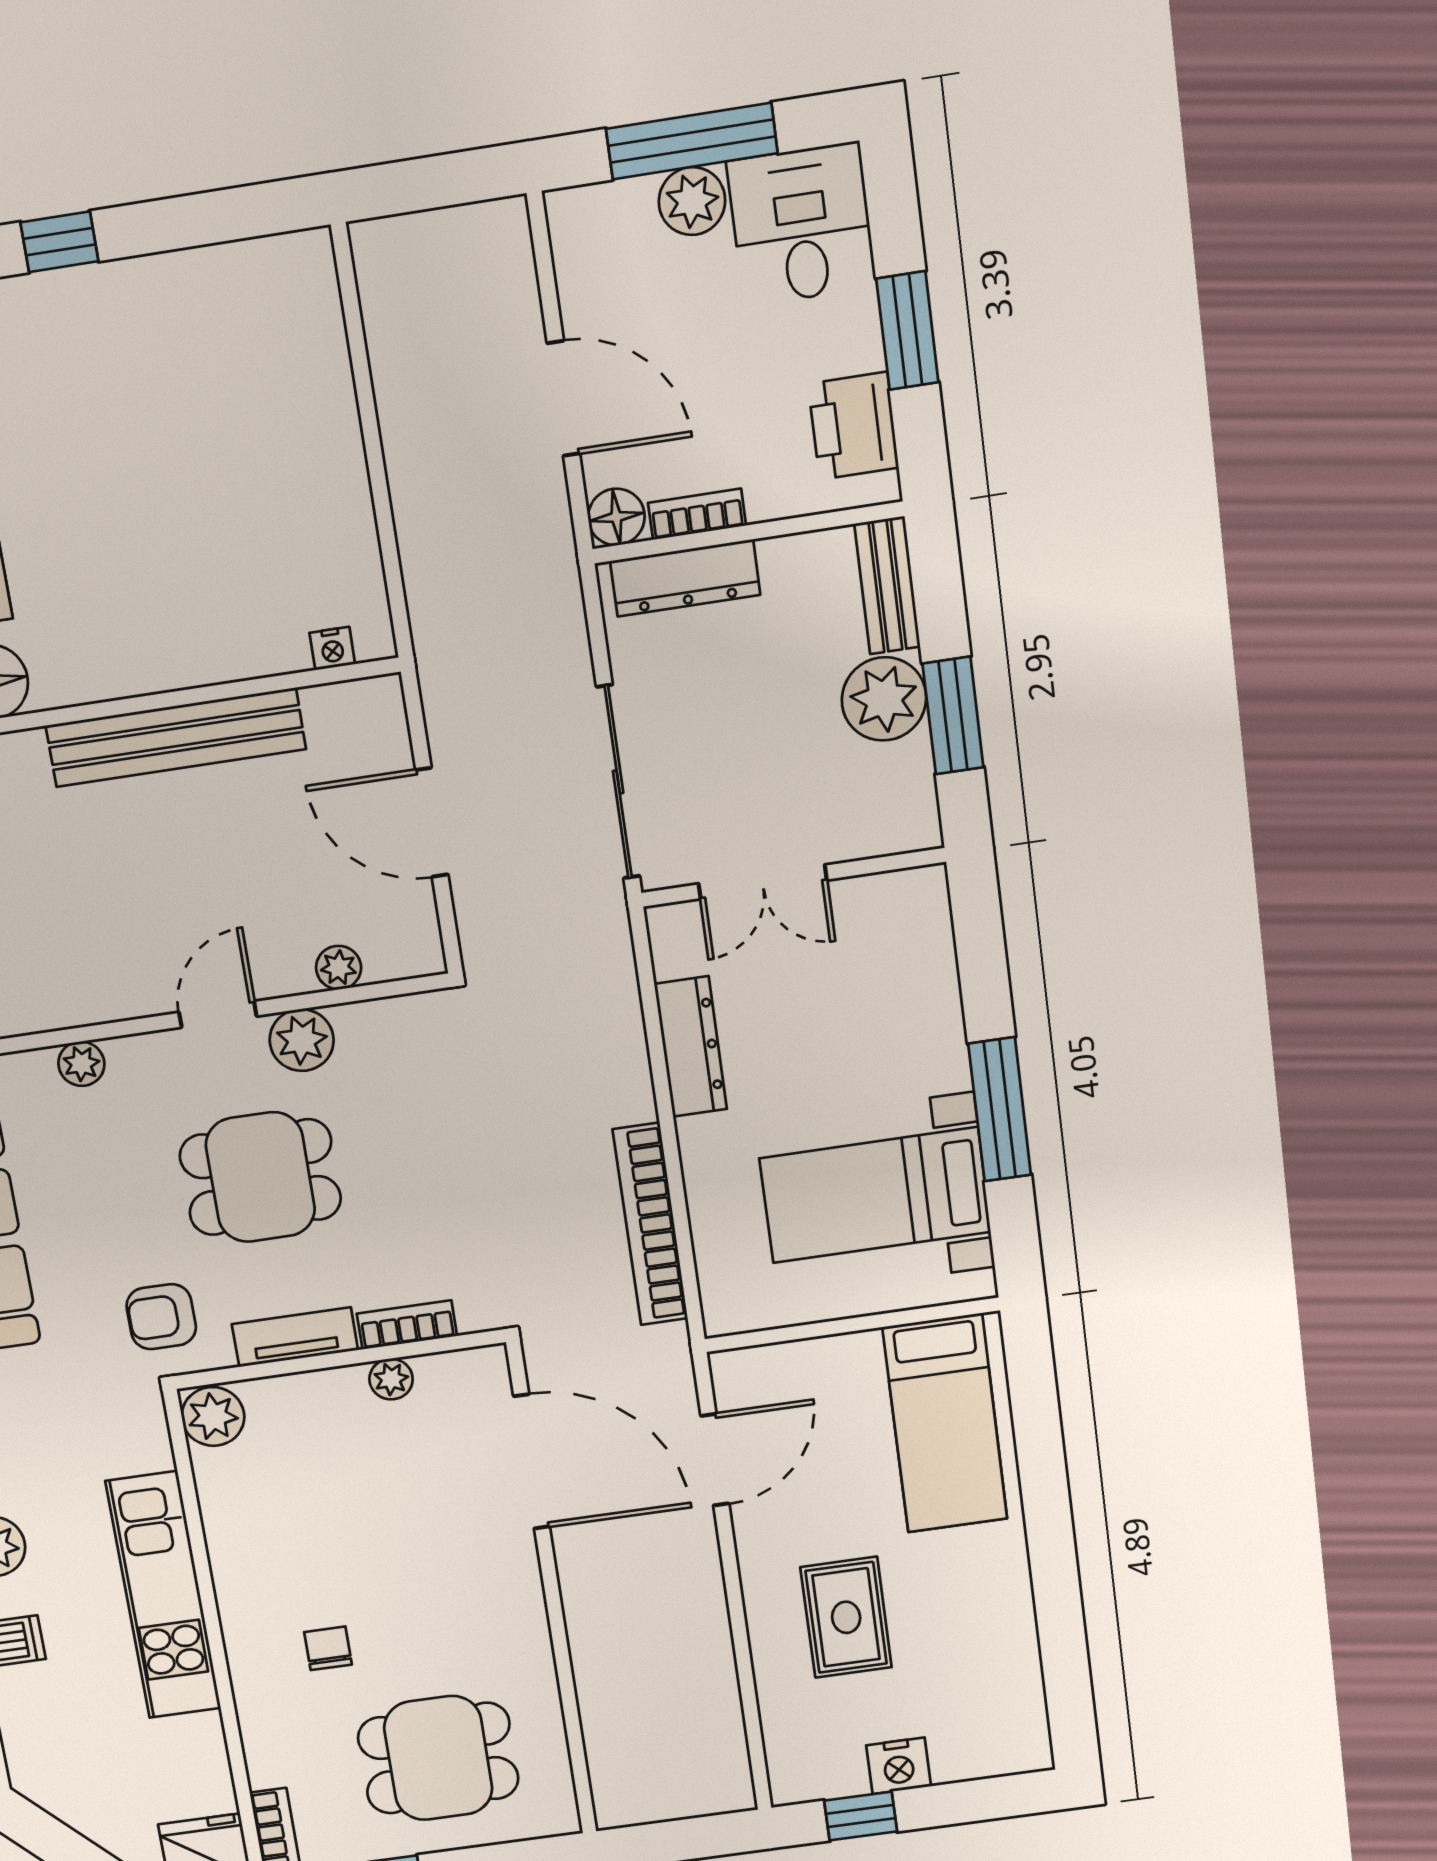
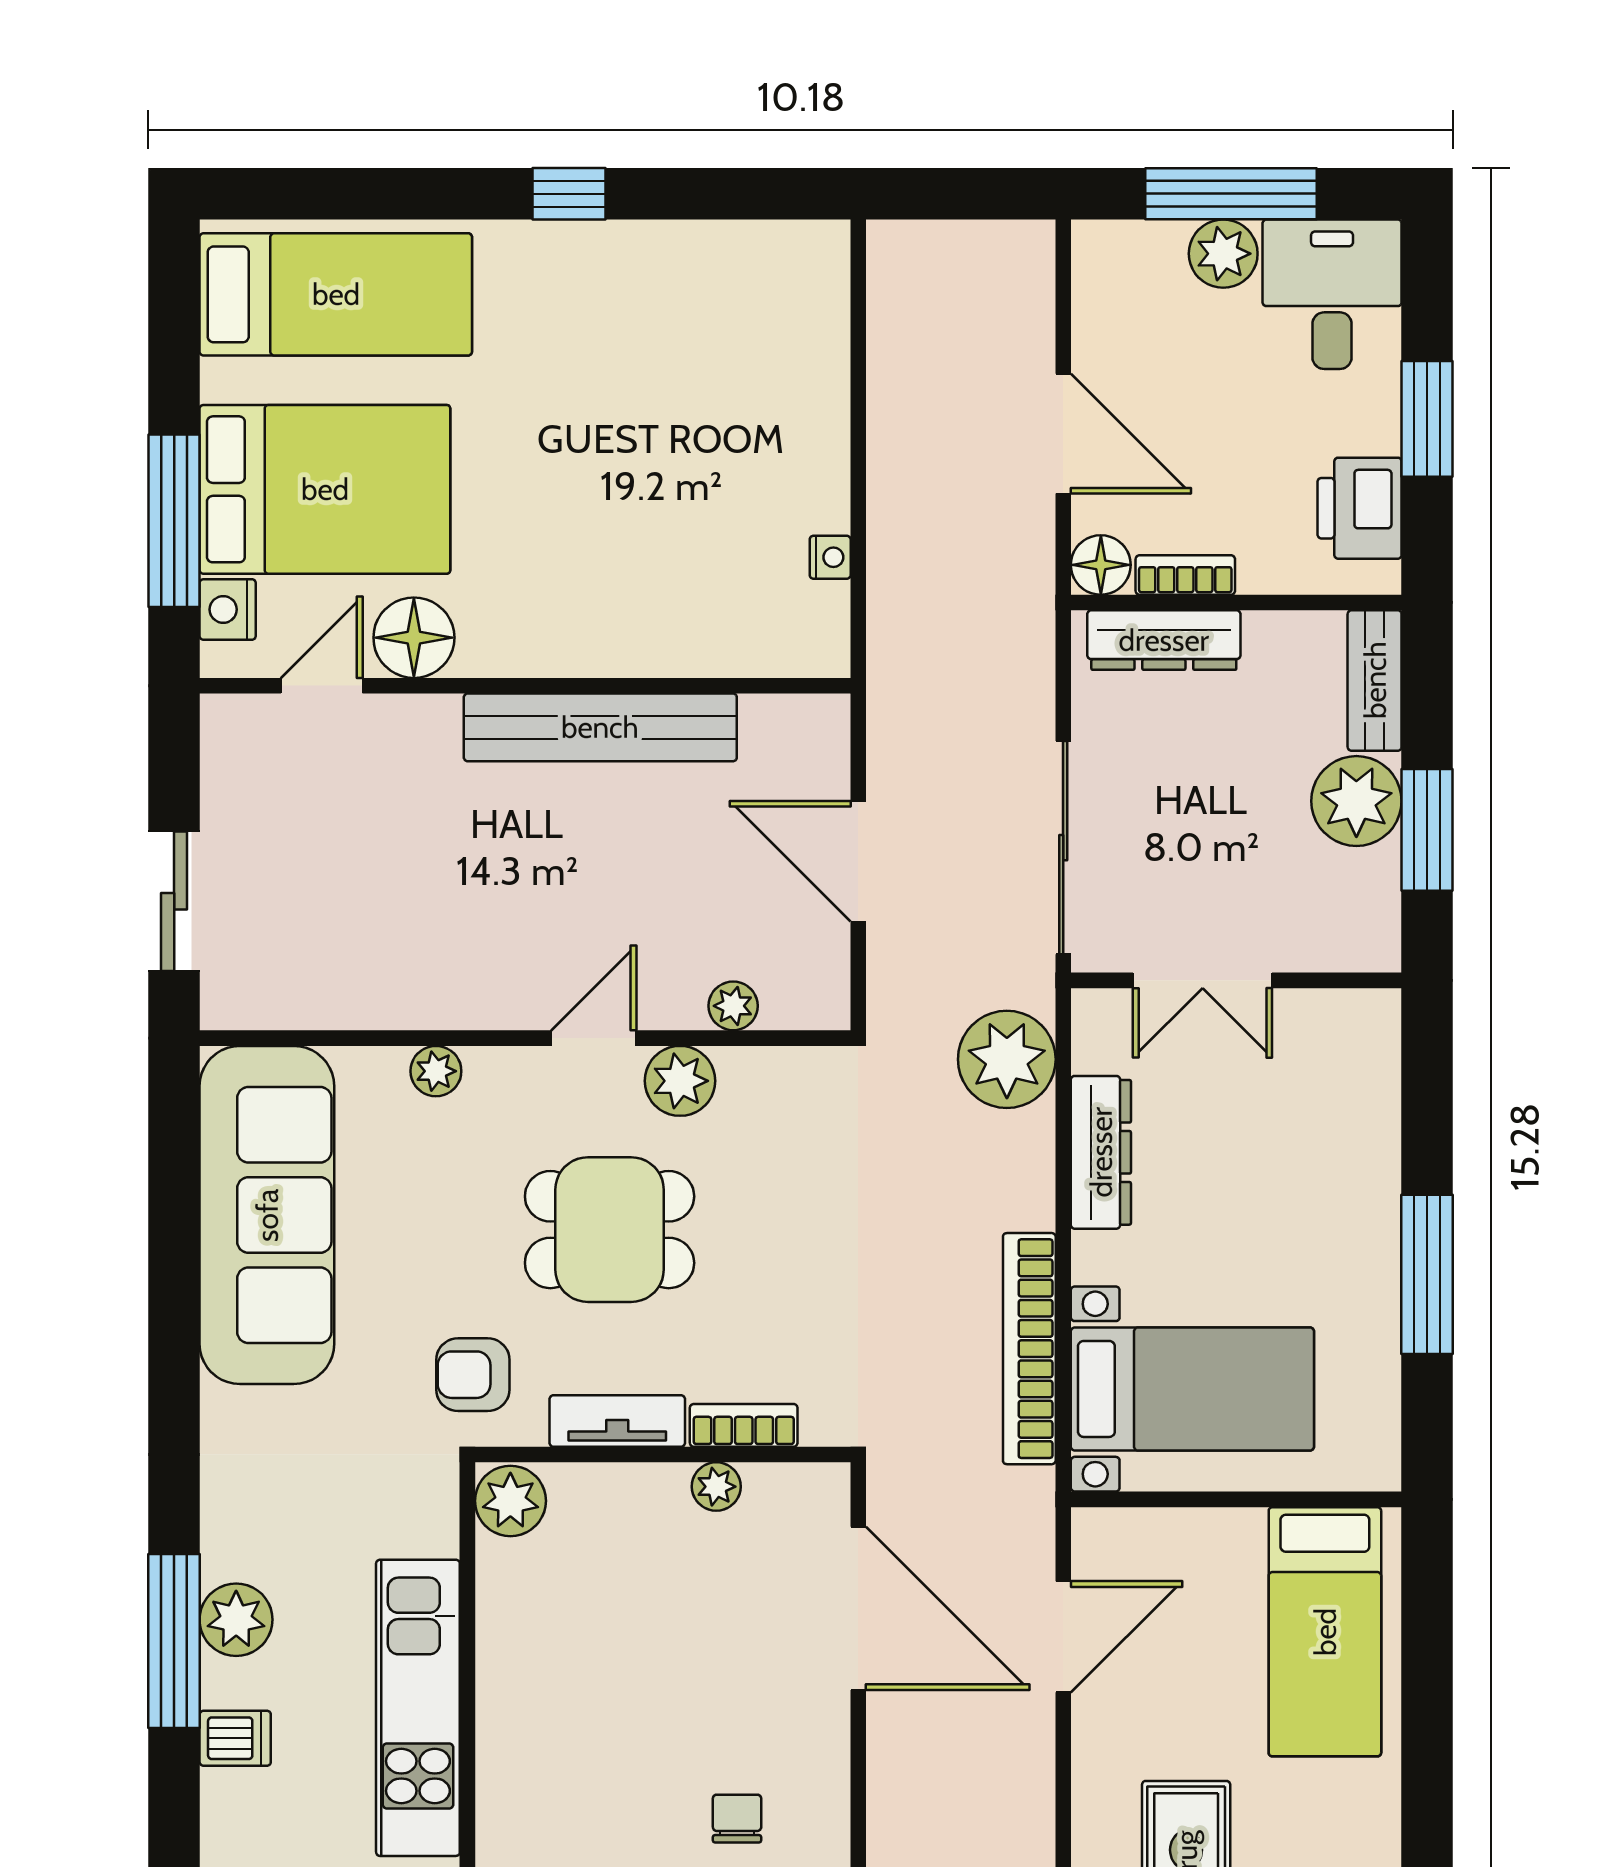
nightstand: (332, 648) -> (830, 557), moved, turned -90
plant: (594, 978) -> (1007, 1059), added
bed with nightstands: (875, 1195) -> (1192, 1389), moved, turned 180
chair: (328, 1648) -> (737, 1819), moved

